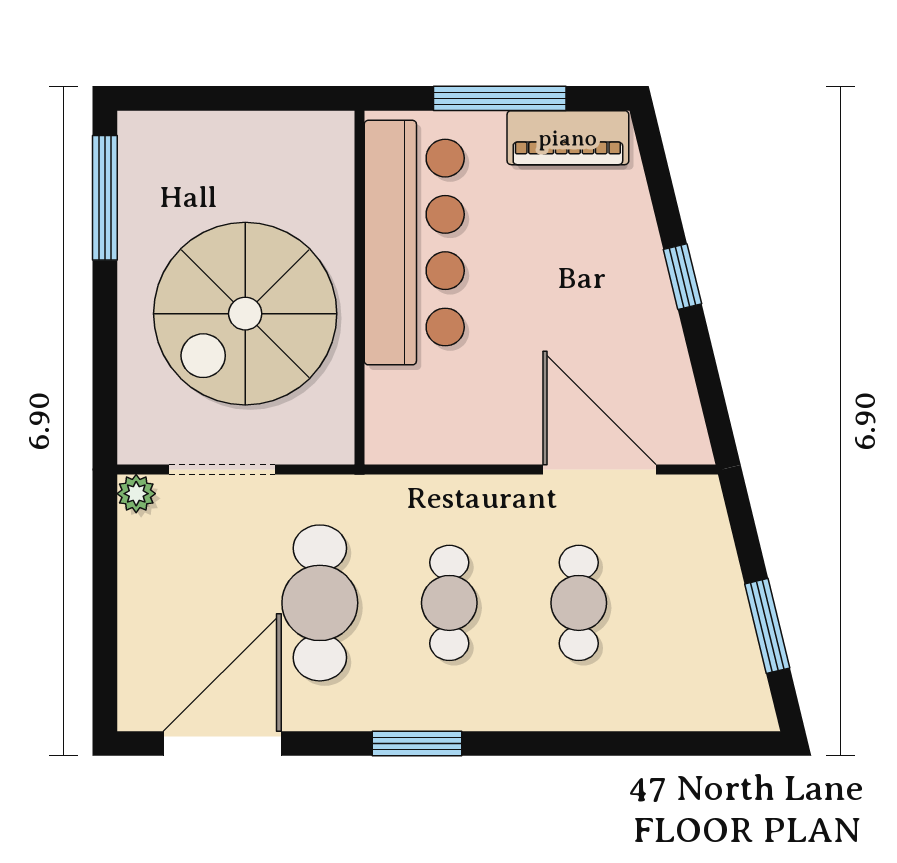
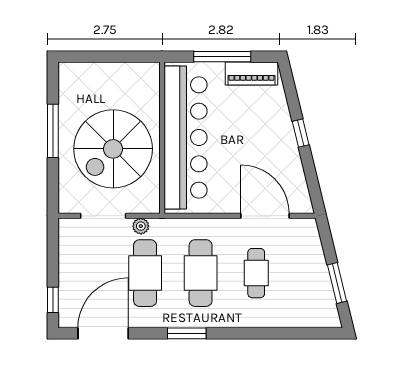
window: (105, 198) -> (53, 131), moved
bar counter: (414, 243) -> (186, 137), width x1.36
plant: (136, 494) -> (141, 226), moved
cafe table: (449, 603) -> (201, 273), width x1.37, depth x1.35
window: (105, 665) -> (53, 300), added

